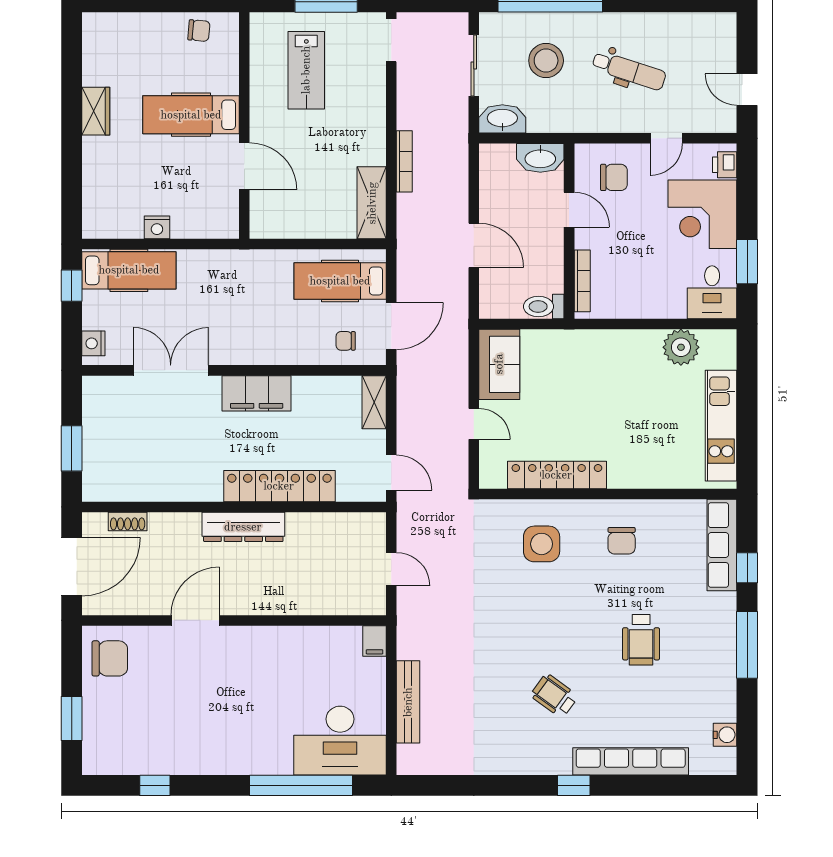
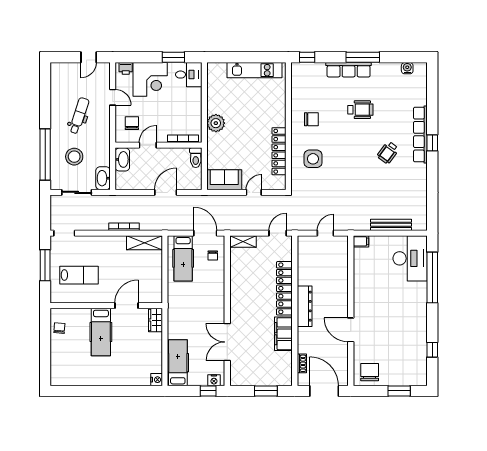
wardrobe: (96, 111) -> (155, 320), moved, turned -90
nightstand: (157, 227) -> (157, 380), moved
window: (72, 286) -> (208, 391), moved
plant: (681, 347) -> (216, 123), moved
filing cabinet: (257, 393) -> (283, 334), moved, turned 180
row of seats: (722, 545) -> (349, 70), moved
window: (747, 568) -> (307, 57), moved
row of seats: (631, 761) -> (420, 135), moved

